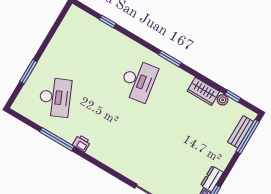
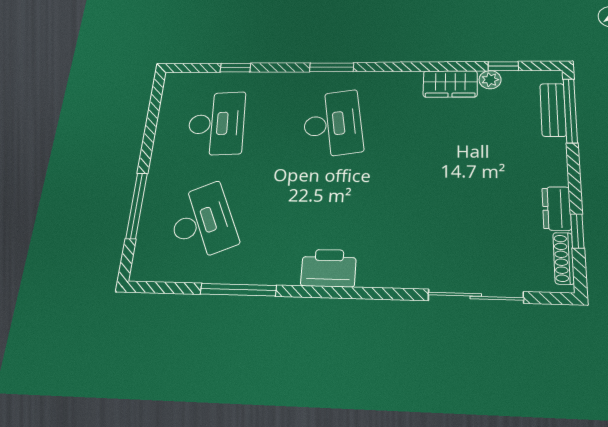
desk: (84, 49) -> (216, 124), added
window: (170, 59) -> (332, 67), moved
window: (29, 72) -> (137, 206), width x1.44
printer: (82, 143) -> (329, 268), moved, width x1.87, depth x1.48

